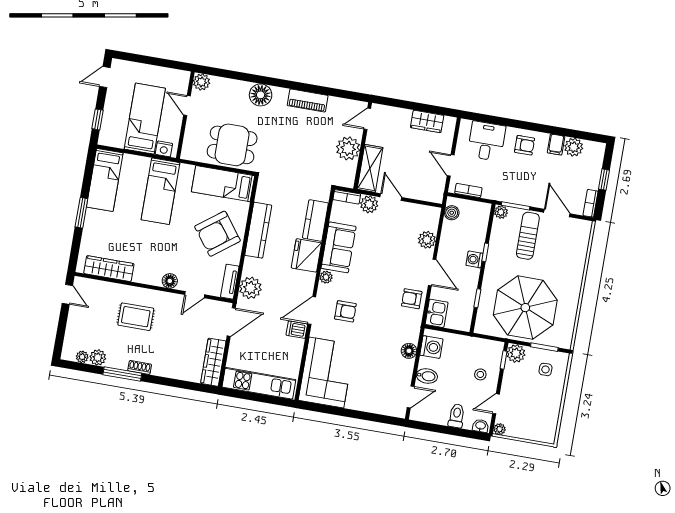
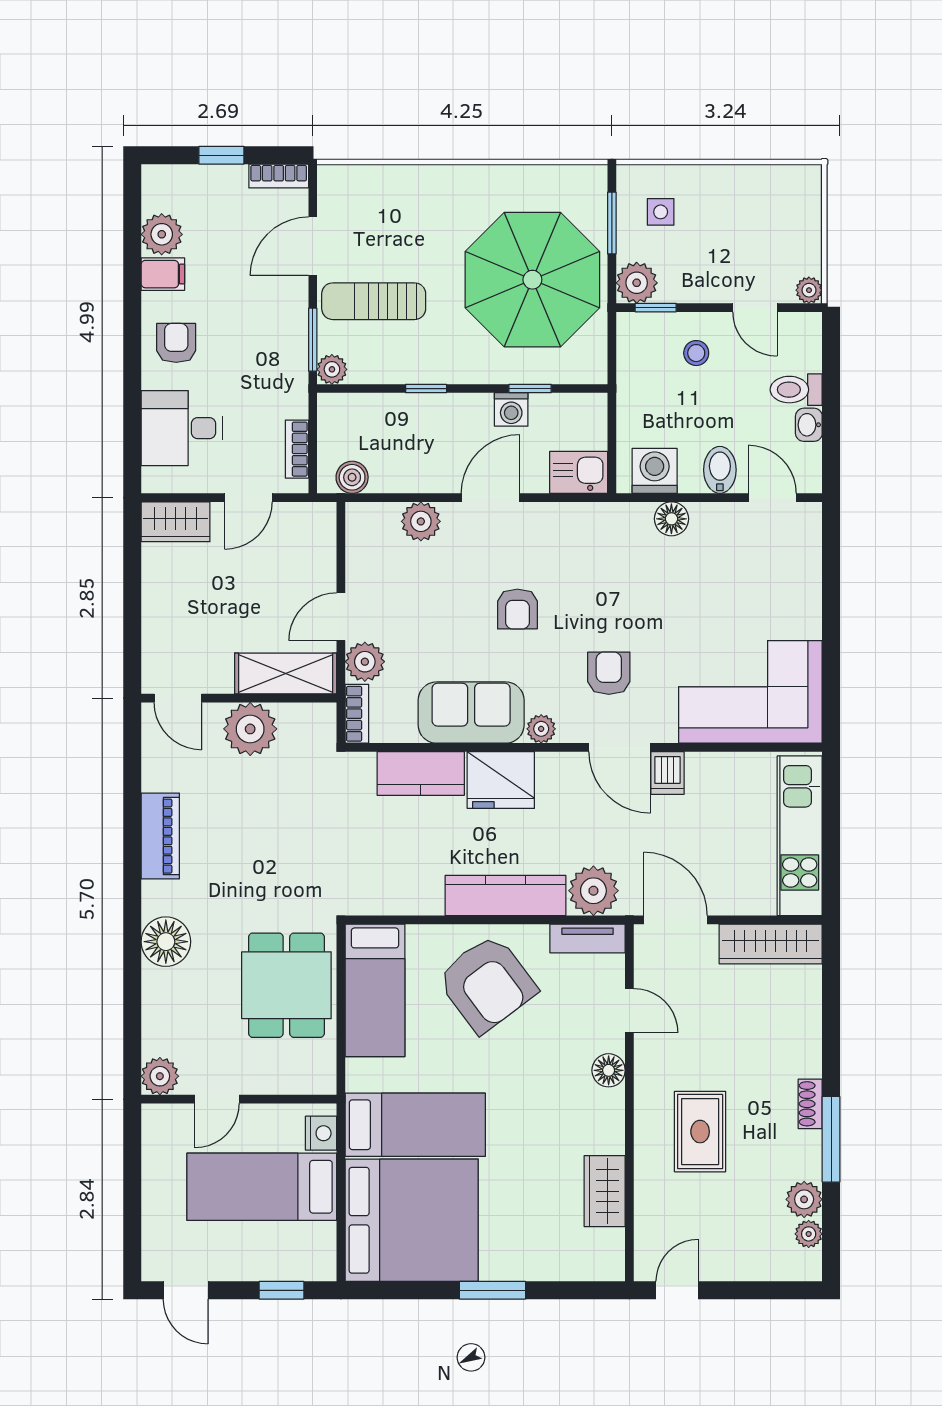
wardrobe: (427, 121) -> (175, 522), moved, turned 90
bed: (105, 180) -> (412, 1220), width x2.04
kitchen counter: (258, 230) -> (505, 895), moved
washing machine: (475, 259) -> (511, 409), moved
wardrobe: (109, 269) -> (605, 1191), width x0.67
armchair: (412, 299) -> (517, 609), moved
washbasin: (480, 426) -> (809, 425), moved

